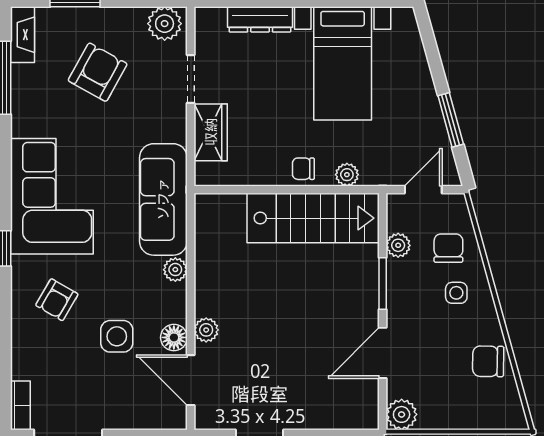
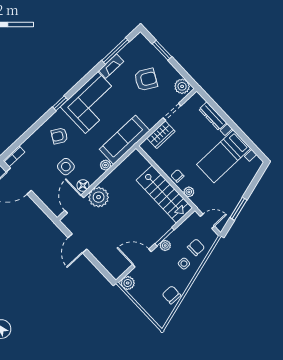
fireplace: (23, 35) -> (111, 66), moved
plant: (398, 245) -> (165, 245), moved
plant: (206, 330) -> (99, 197), width x1.88, depth x1.88

